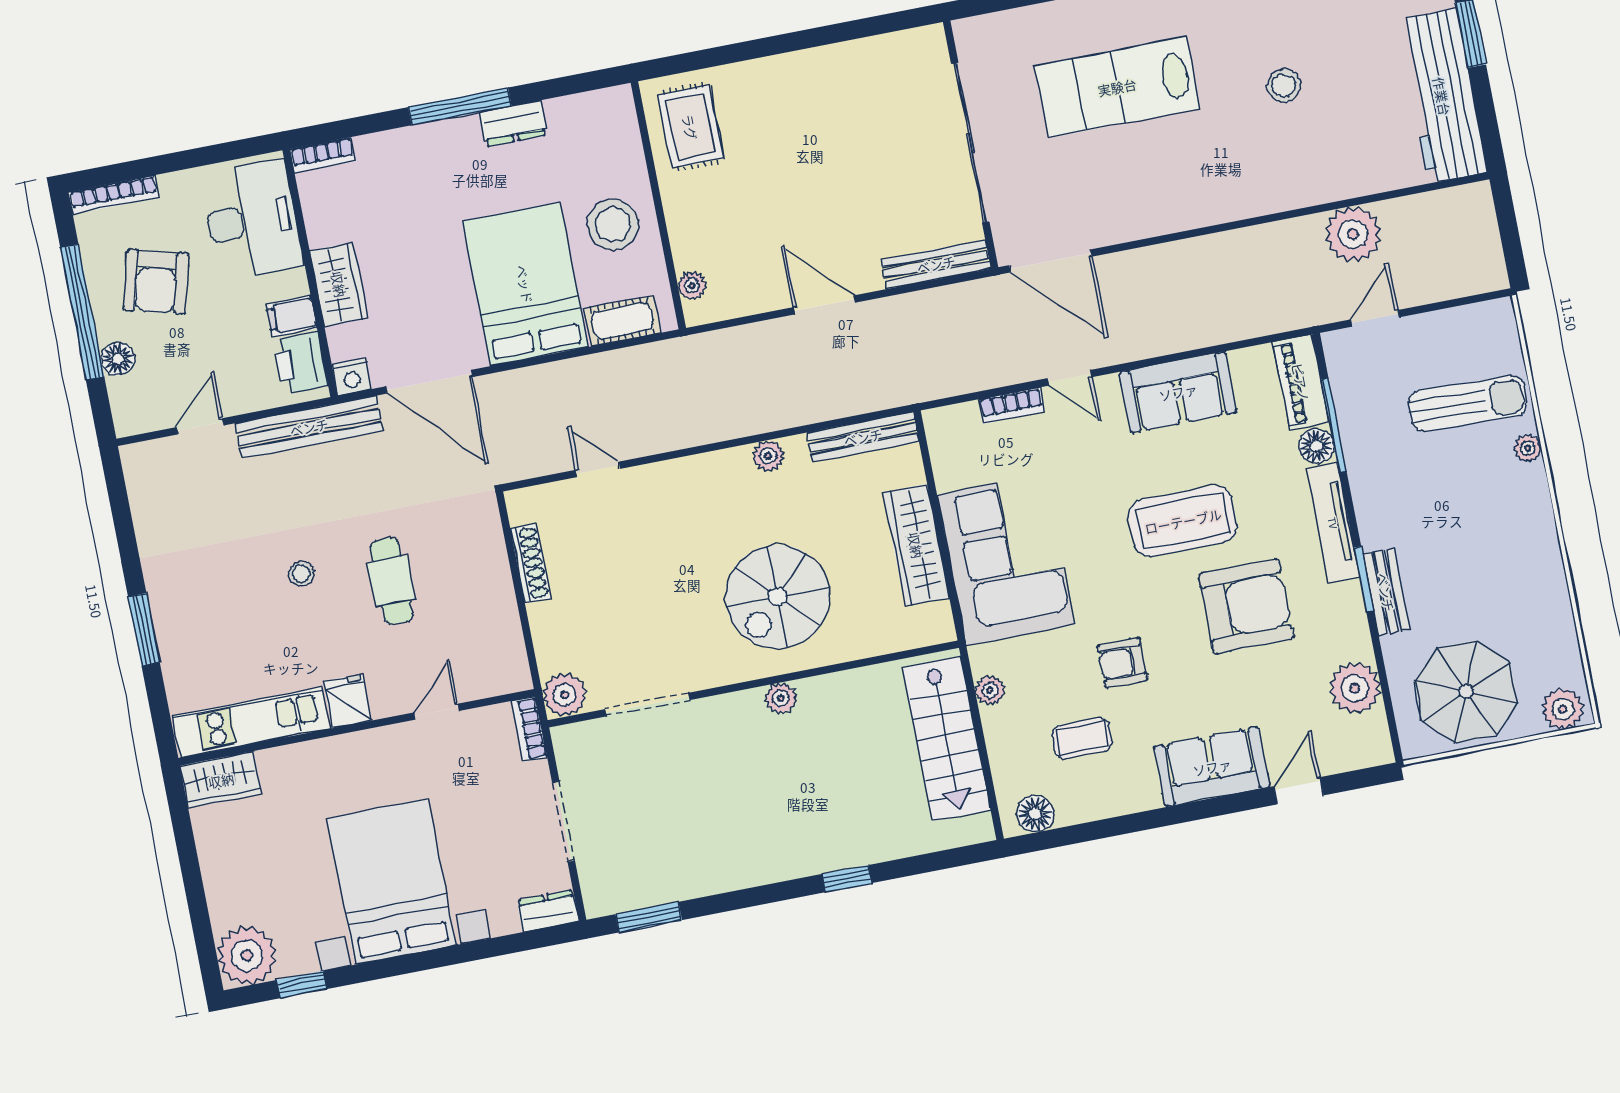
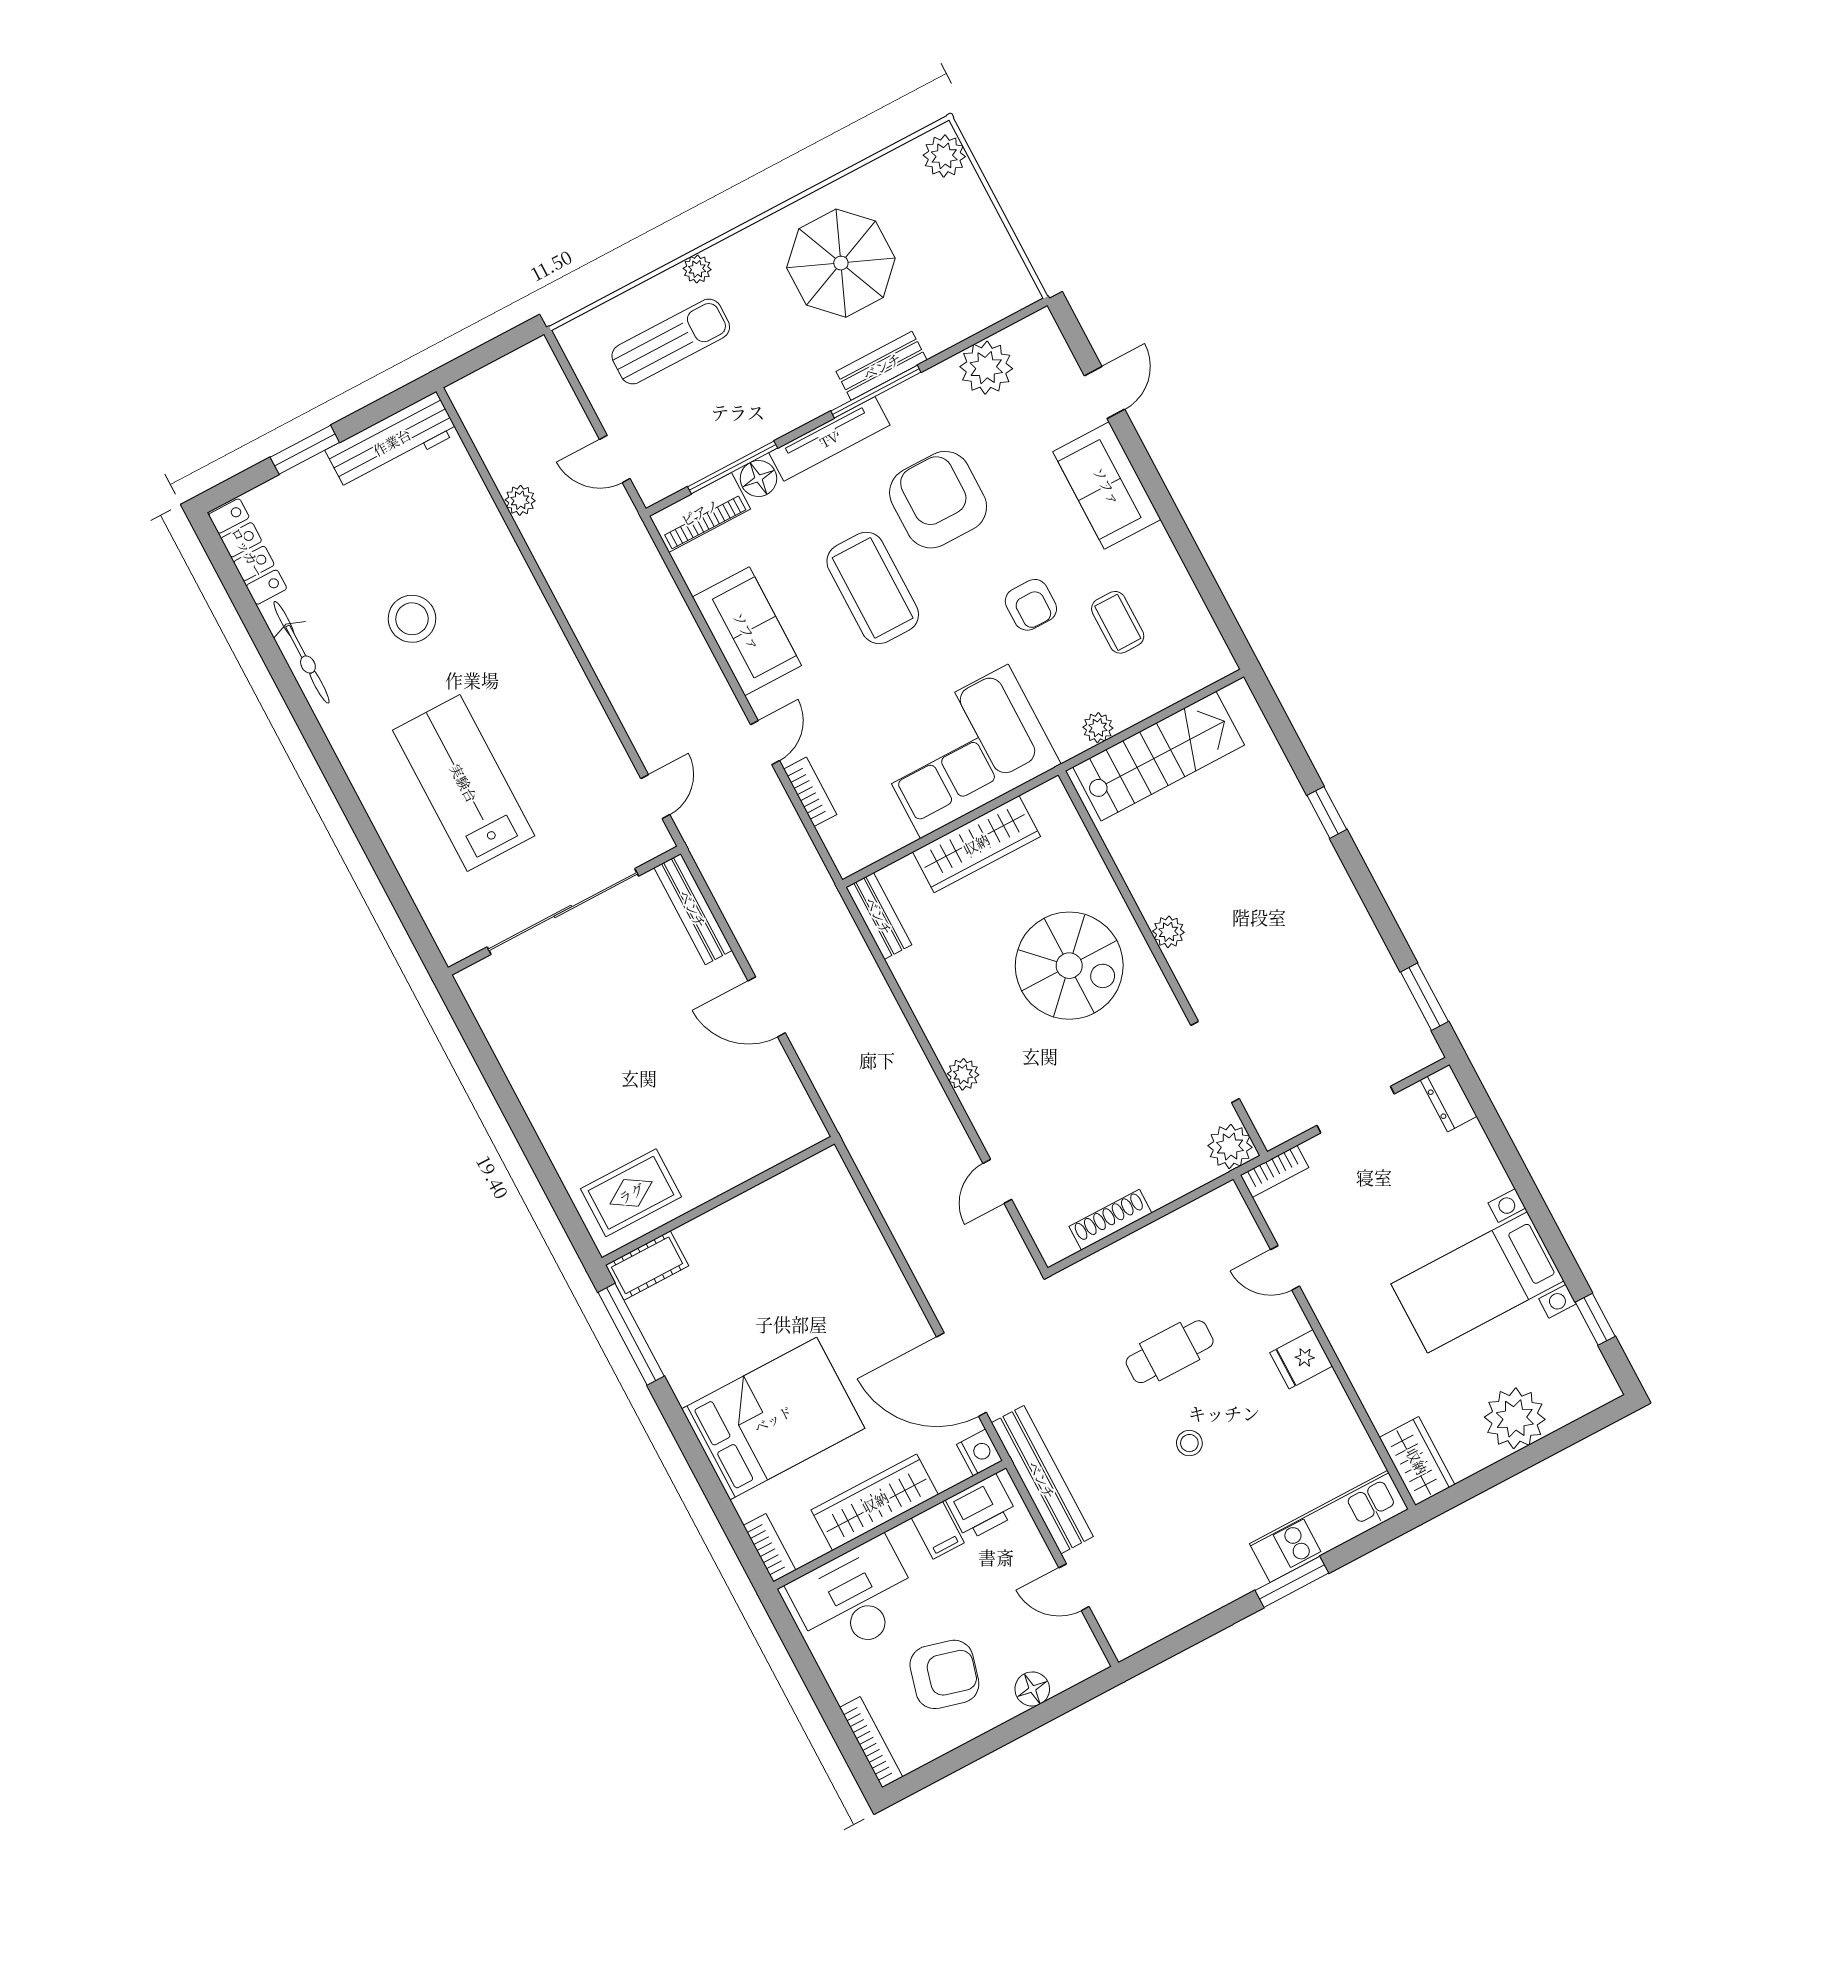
stool: (1284, 85) -> (412, 619), width x1.38, depth x1.38
lab bench: (1117, 87) -> (464, 783), turned 180
workbench: (1442, 96) -> (392, 442), width x0.73, depth x0.76
window: (460, 106) -> (631, 1334), moved
dresser: (513, 123) -> (681, 1369), removed
stool: (613, 224) -> (751, 1240), removed
plant: (1353, 234) -> (520, 500), width x0.53, depth x0.53
door: (1051, 261) -> (655, 797), width x0.53
wardrobe: (339, 284) -> (875, 1502), width x1.50
bed: (525, 284) -> (773, 1419), moved, turned 180
plant: (692, 286) -> (787, 1144), removed
door: (824, 305) -> (767, 1007), hinge flipped
window: (82, 312) -> (997, 1738), removed
cot: (622, 321) -> (647, 1265), moved, turned 90
door: (429, 382) -> (961, 1375), swing flipped
sun lounger: (1468, 403) -> (671, 341), turned 88
bench: (863, 437) -> (879, 916), width x0.73
plant: (768, 456) -> (963, 1074), moved
window: (1364, 579) -> (876, 392), width x1.44
parasol: (1466, 691) -> (841, 263), moved
kitchen unit: (251, 722) -> (1329, 1526), moved, turned 90
door: (1299, 791) -> (1105, 392), swing flipped
floor lamp: (1035, 814) -> (1206, 646), removed
bed with nightstands: (392, 882) -> (1478, 1282), width x0.73
plant: (247, 956) -> (1515, 1418), moved

